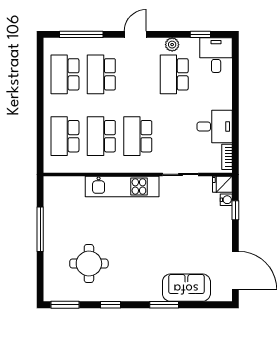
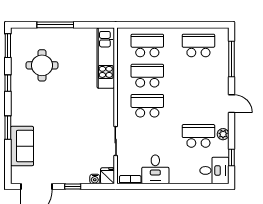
school desk: (101, 74) -> (198, 76), removed
kitchen unit: (122, 186) -> (106, 58), moved
window: (235, 210) -> (73, 187), moved
window: (40, 229) -> (55, 25), moved

